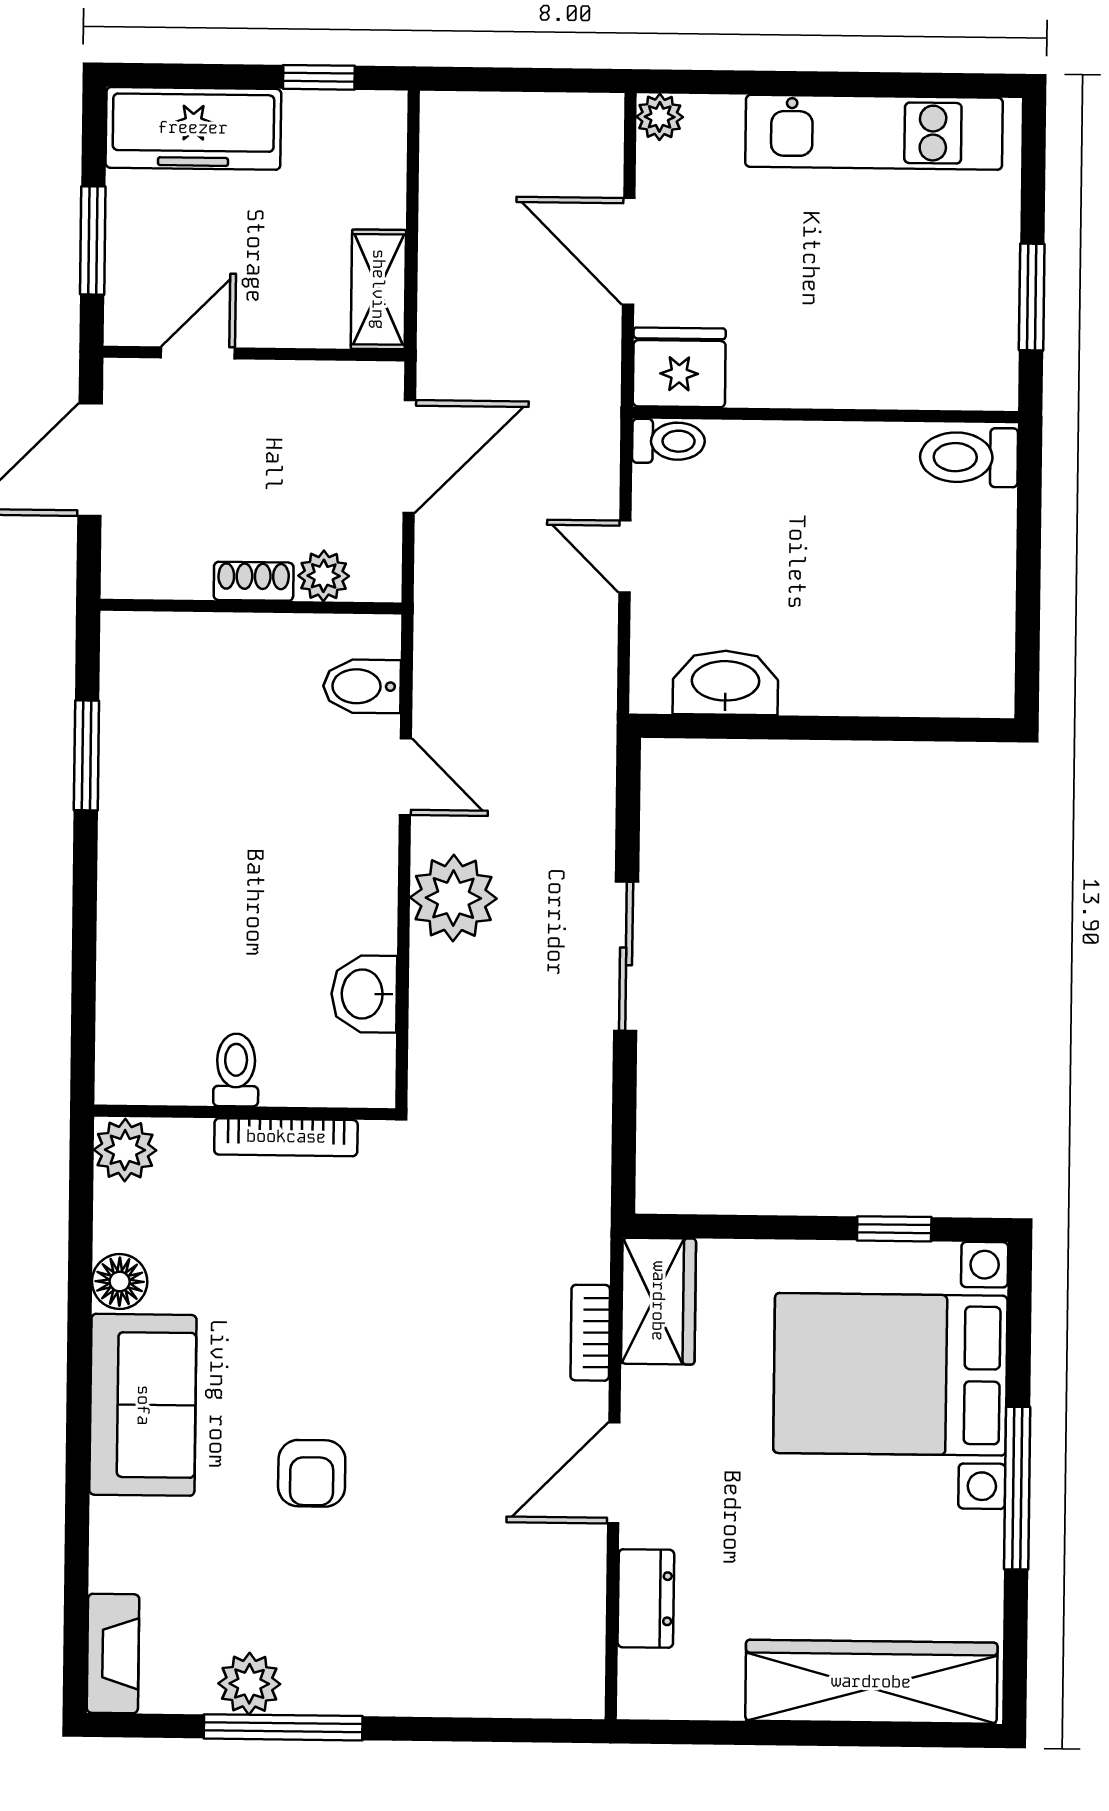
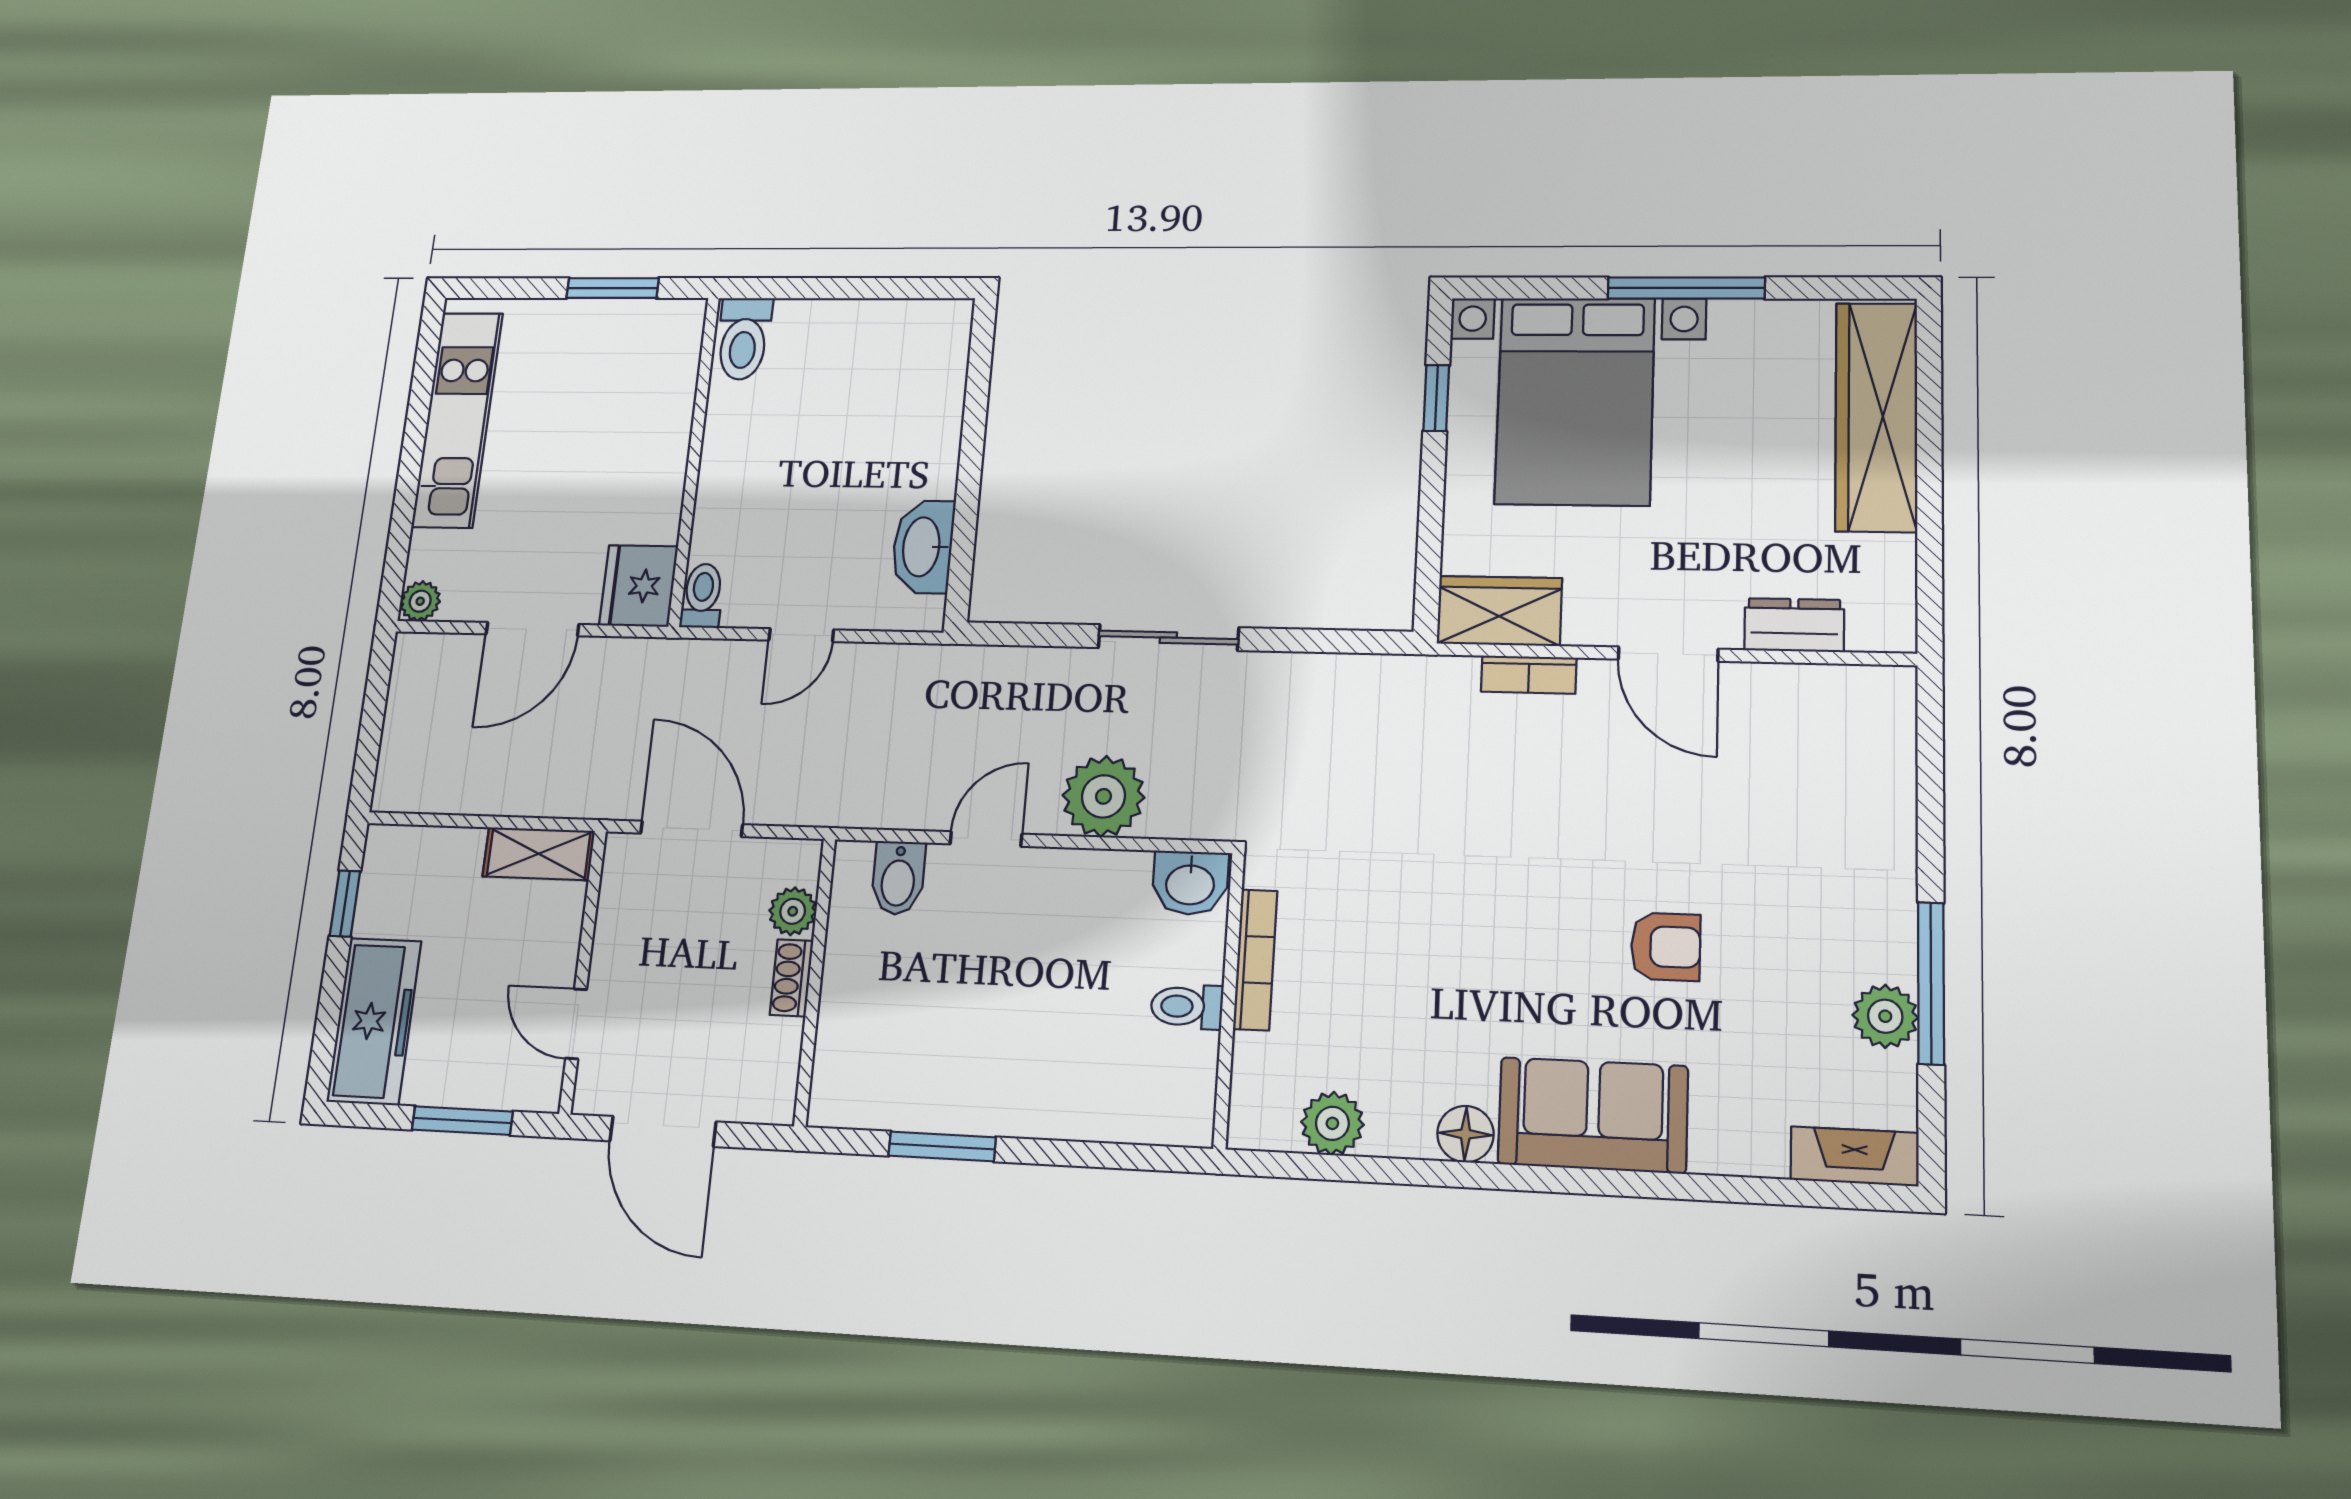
toilet: (236, 1070) -> (1187, 1007), moved
wall: (245, 1112) -> (1229, 999), moved
bookcase: (286, 1137) -> (1255, 960), moved

